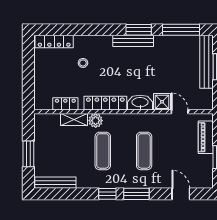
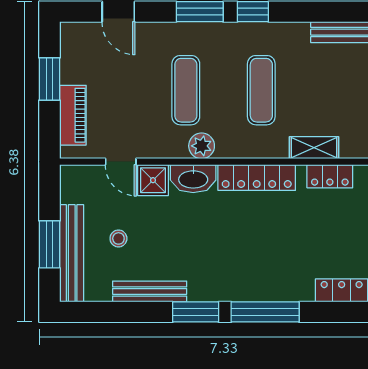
window: (181, 30) -> (265, 312), moved
bench: (133, 41) -> (150, 291), moved
stool: (83, 63) -> (118, 238), moved
plant: (96, 121) -> (202, 146), moved

